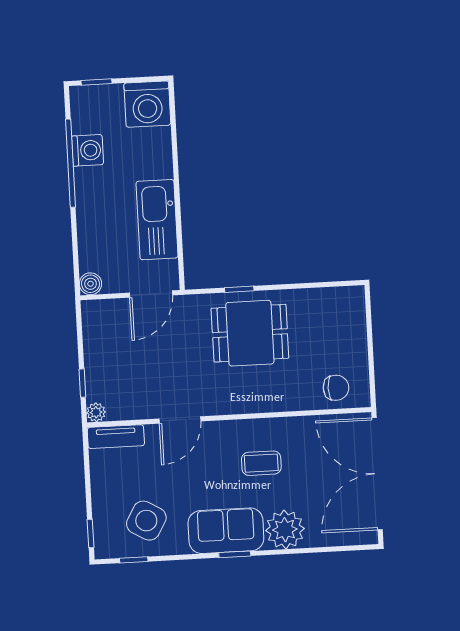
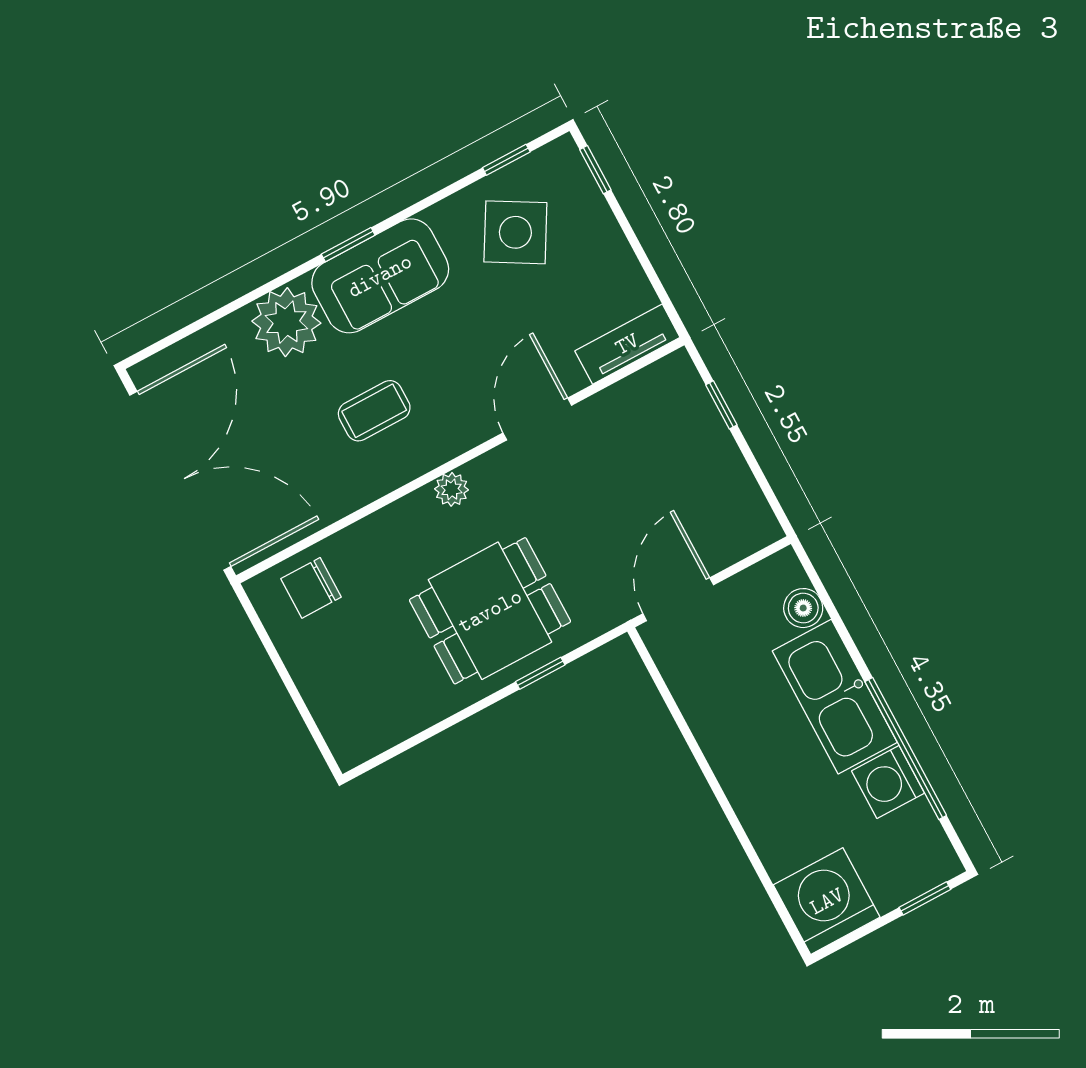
kitchen sink: (157, 220) -> (835, 697), moved, turned 180
boiler: (90, 284) -> (803, 608), moved
plant: (96, 412) -> (452, 489), moved

